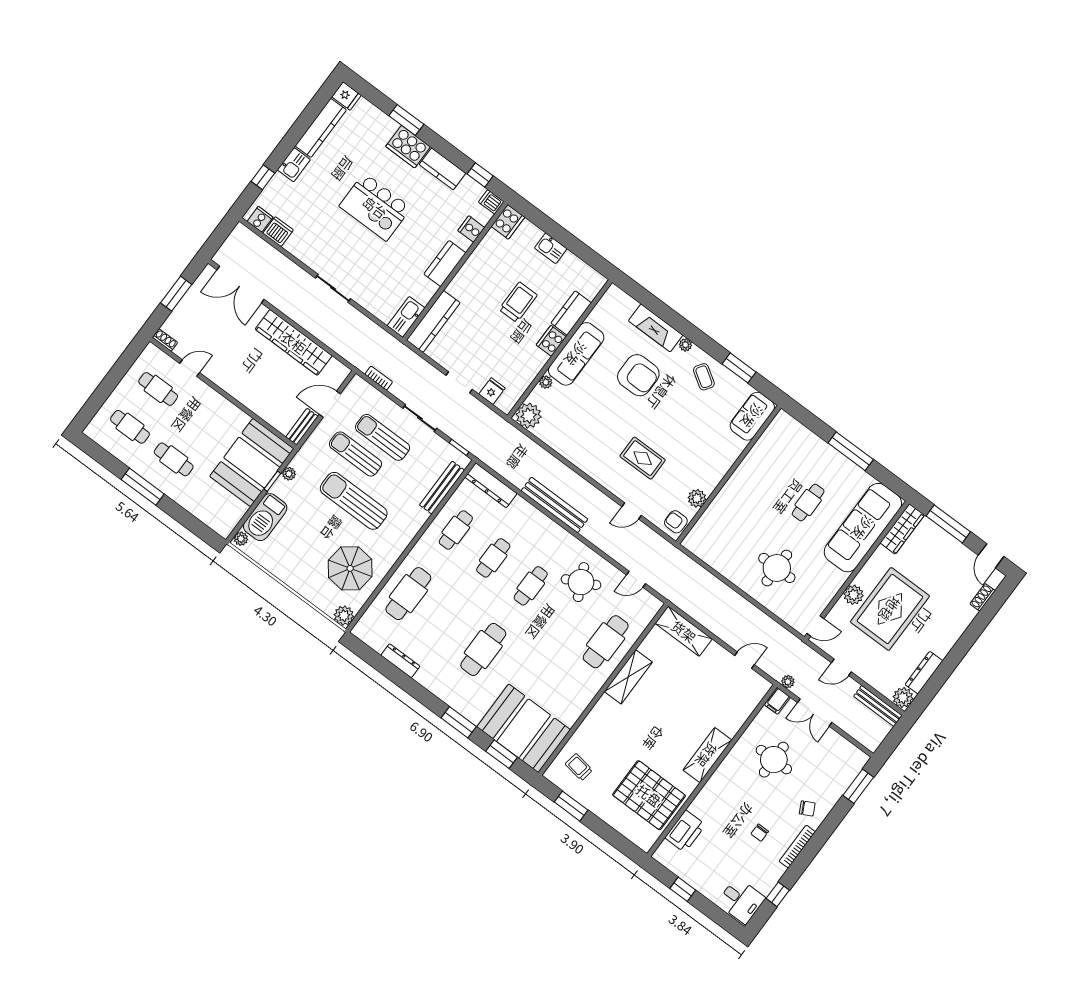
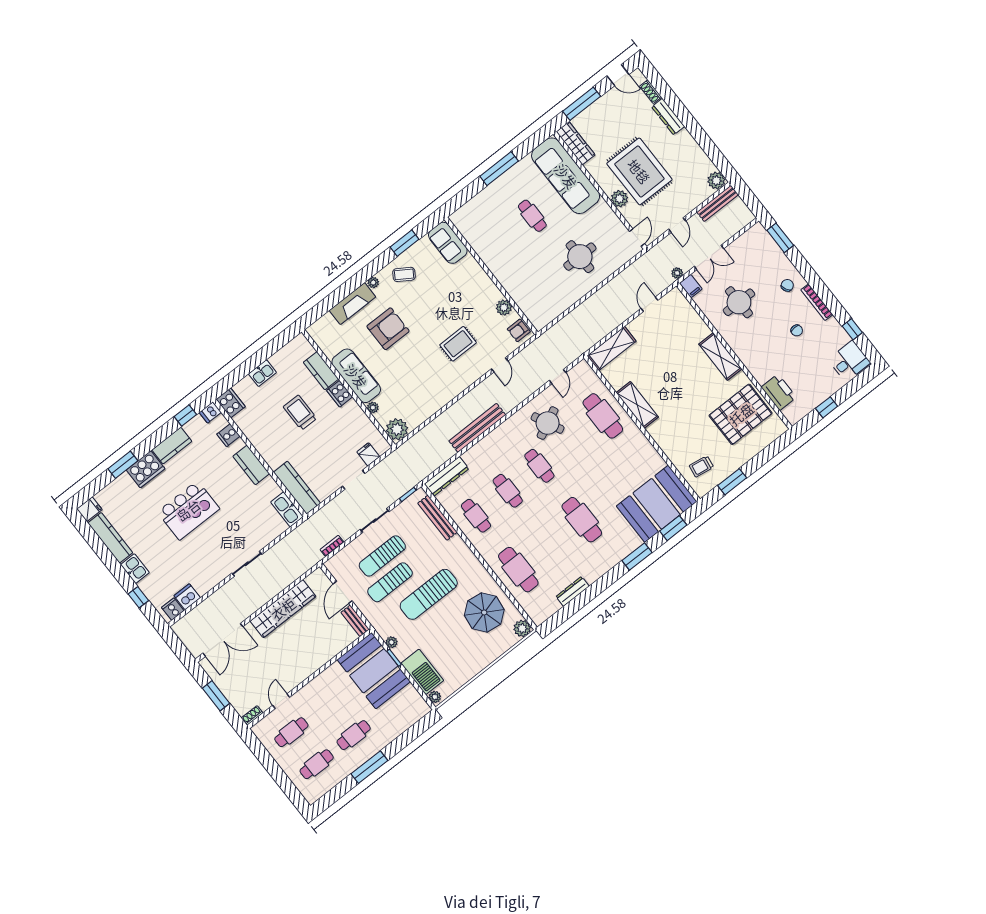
dresser: (924, 673) -> (668, 117), moved

